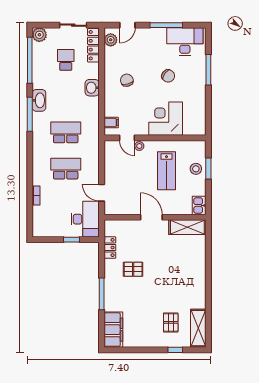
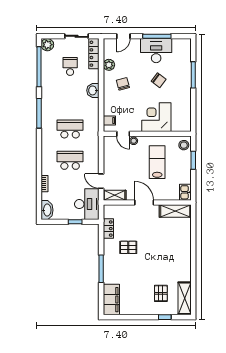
plant: (111, 40) -> (109, 65), moved
desk: (185, 42) -> (156, 51), moved
washbasin: (39, 100) -> (47, 210), moved
stool: (196, 169) -> (184, 145), moved
lab bench: (167, 171) -> (157, 162), turned 180
shelving: (117, 209) -> (115, 195), added

